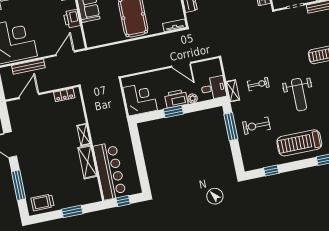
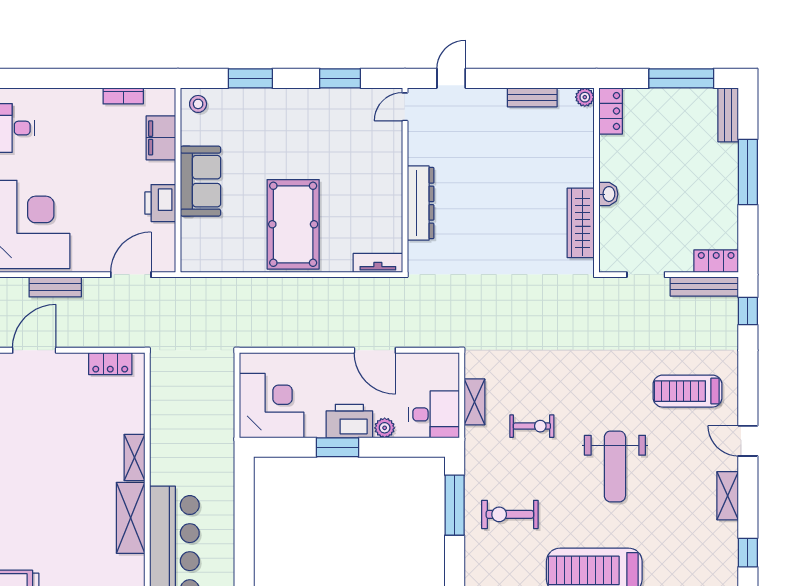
bench: (28, 67) -> (55, 287), width x0.73
shelving: (233, 91) -> (474, 402), moved

